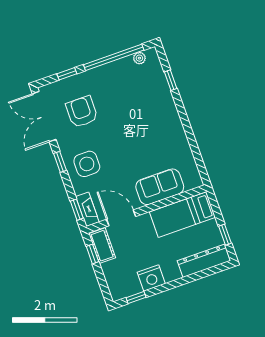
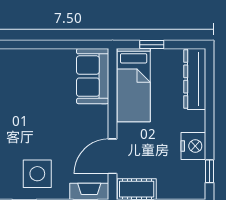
sofa: (160, 187) -> (93, 76), moved
window: (225, 235) -> (152, 45), moved

